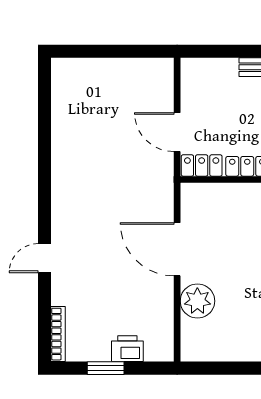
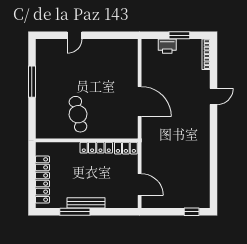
window: (84, 51) -> (192, 212), added
door: (177, 132) -> (140, 185), moved
plant: (197, 301) -> (128, 73), removed

